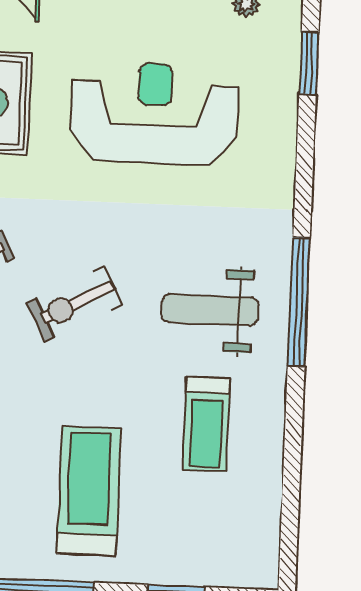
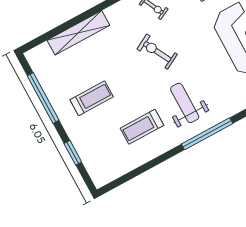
treadmill: (89, 491) -> (92, 98), width x0.73, depth x0.73

